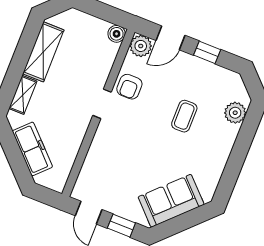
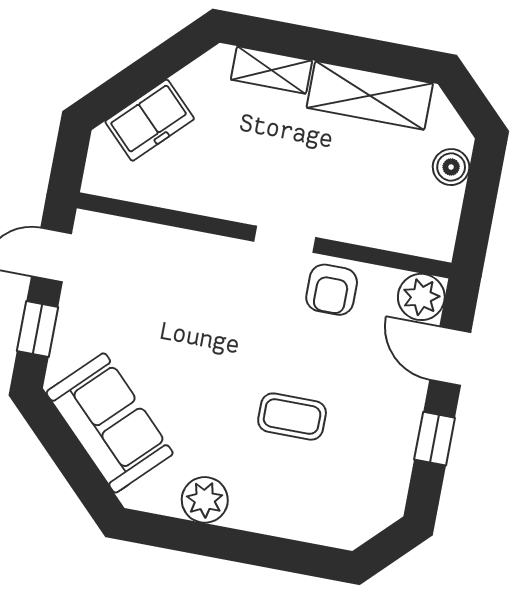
boiler: (117, 34) -> (451, 167), moved
armchair: (129, 87) -> (332, 290), turned -90
plant: (235, 113) -> (205, 500), moved
freezer: (32, 149) -> (150, 120), width x0.71

